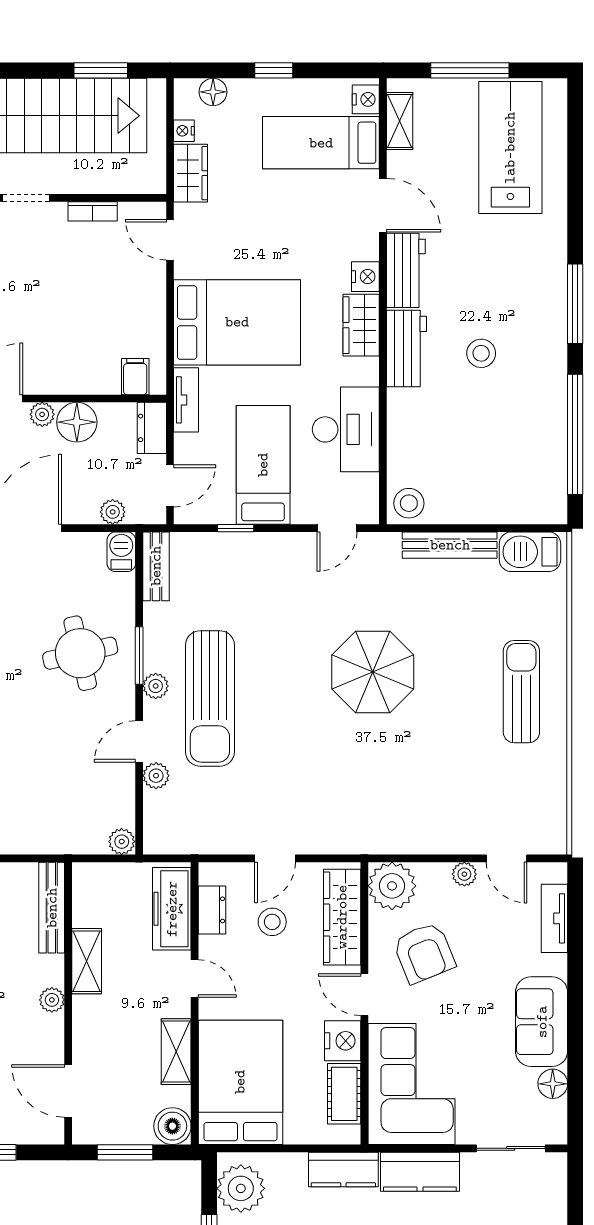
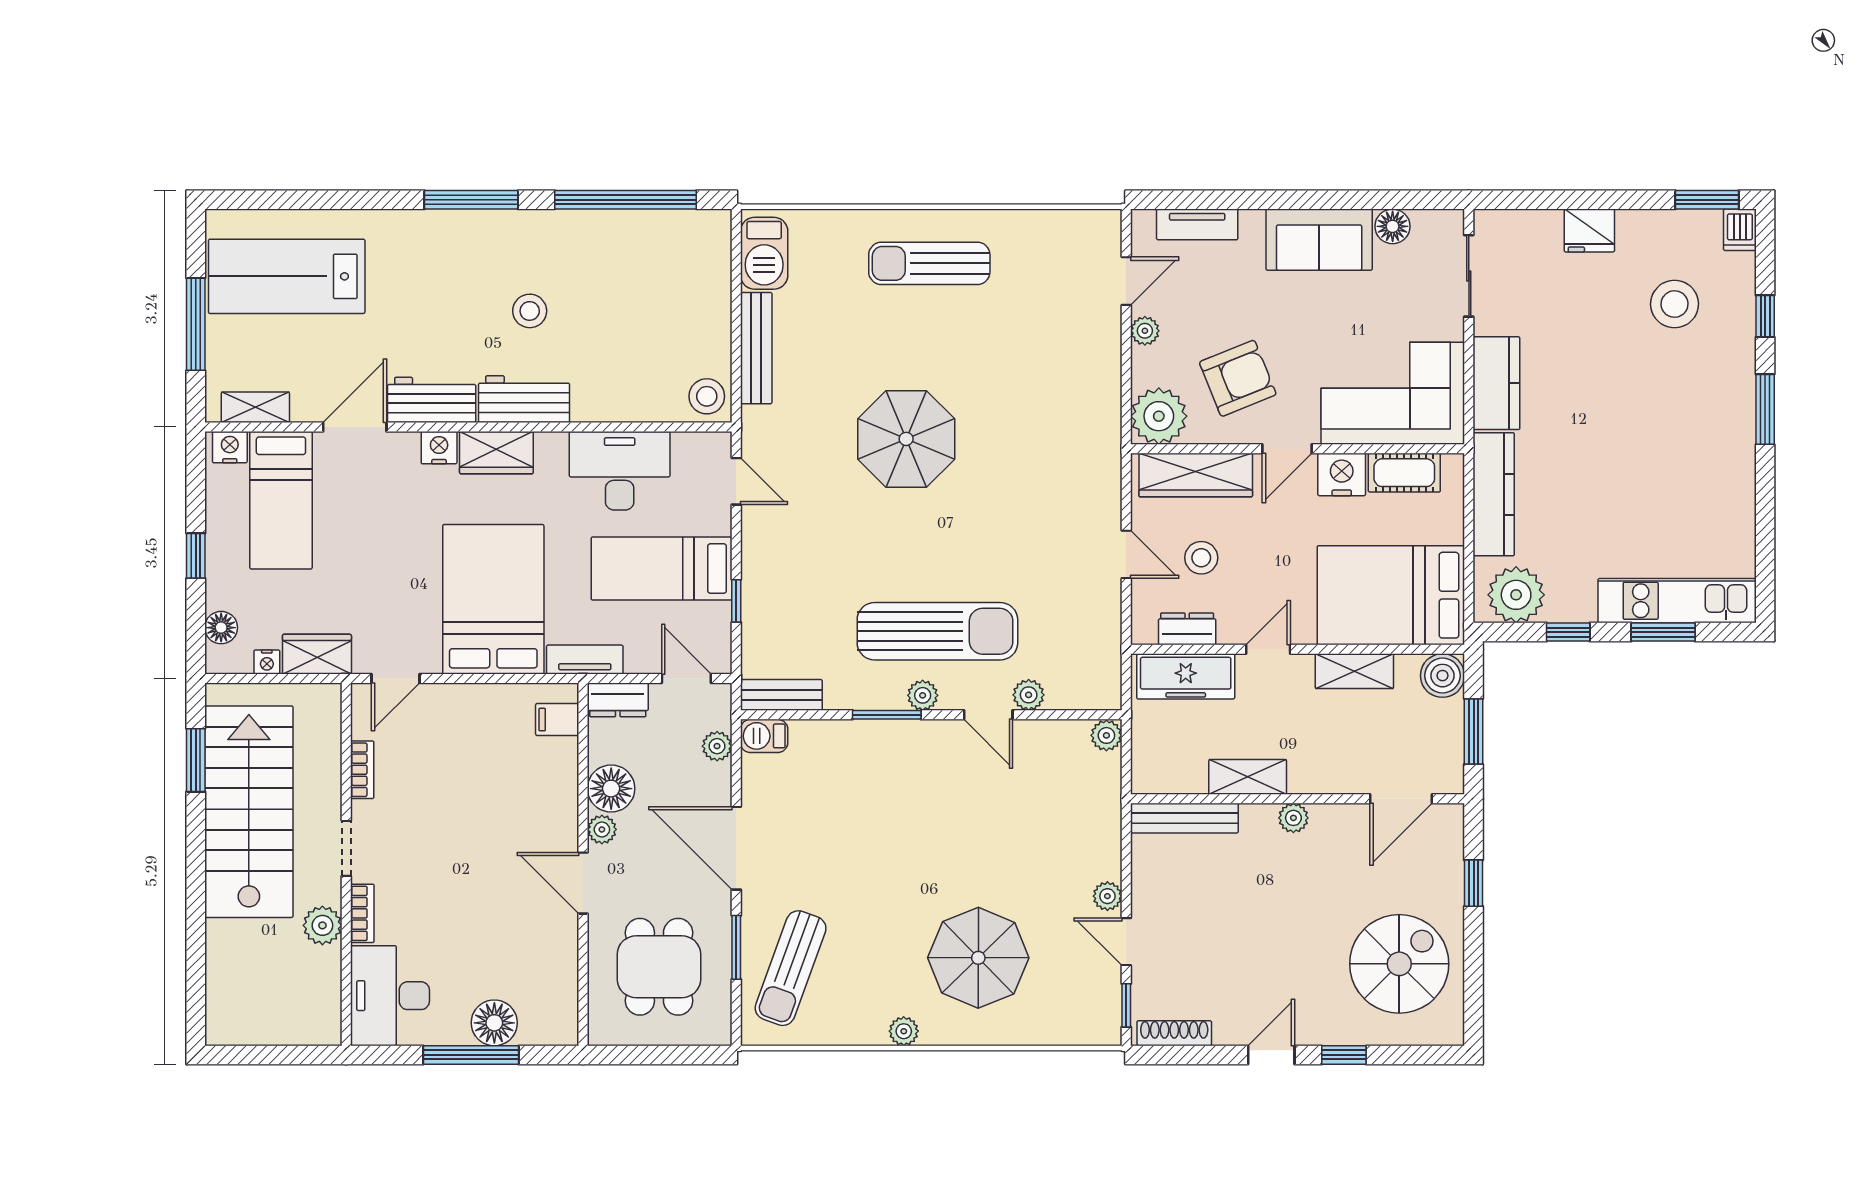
round table: (80, 653) -> (884, 785), removed
kitchen counter: (343, 1169) -> (1494, 494), width x1.50

